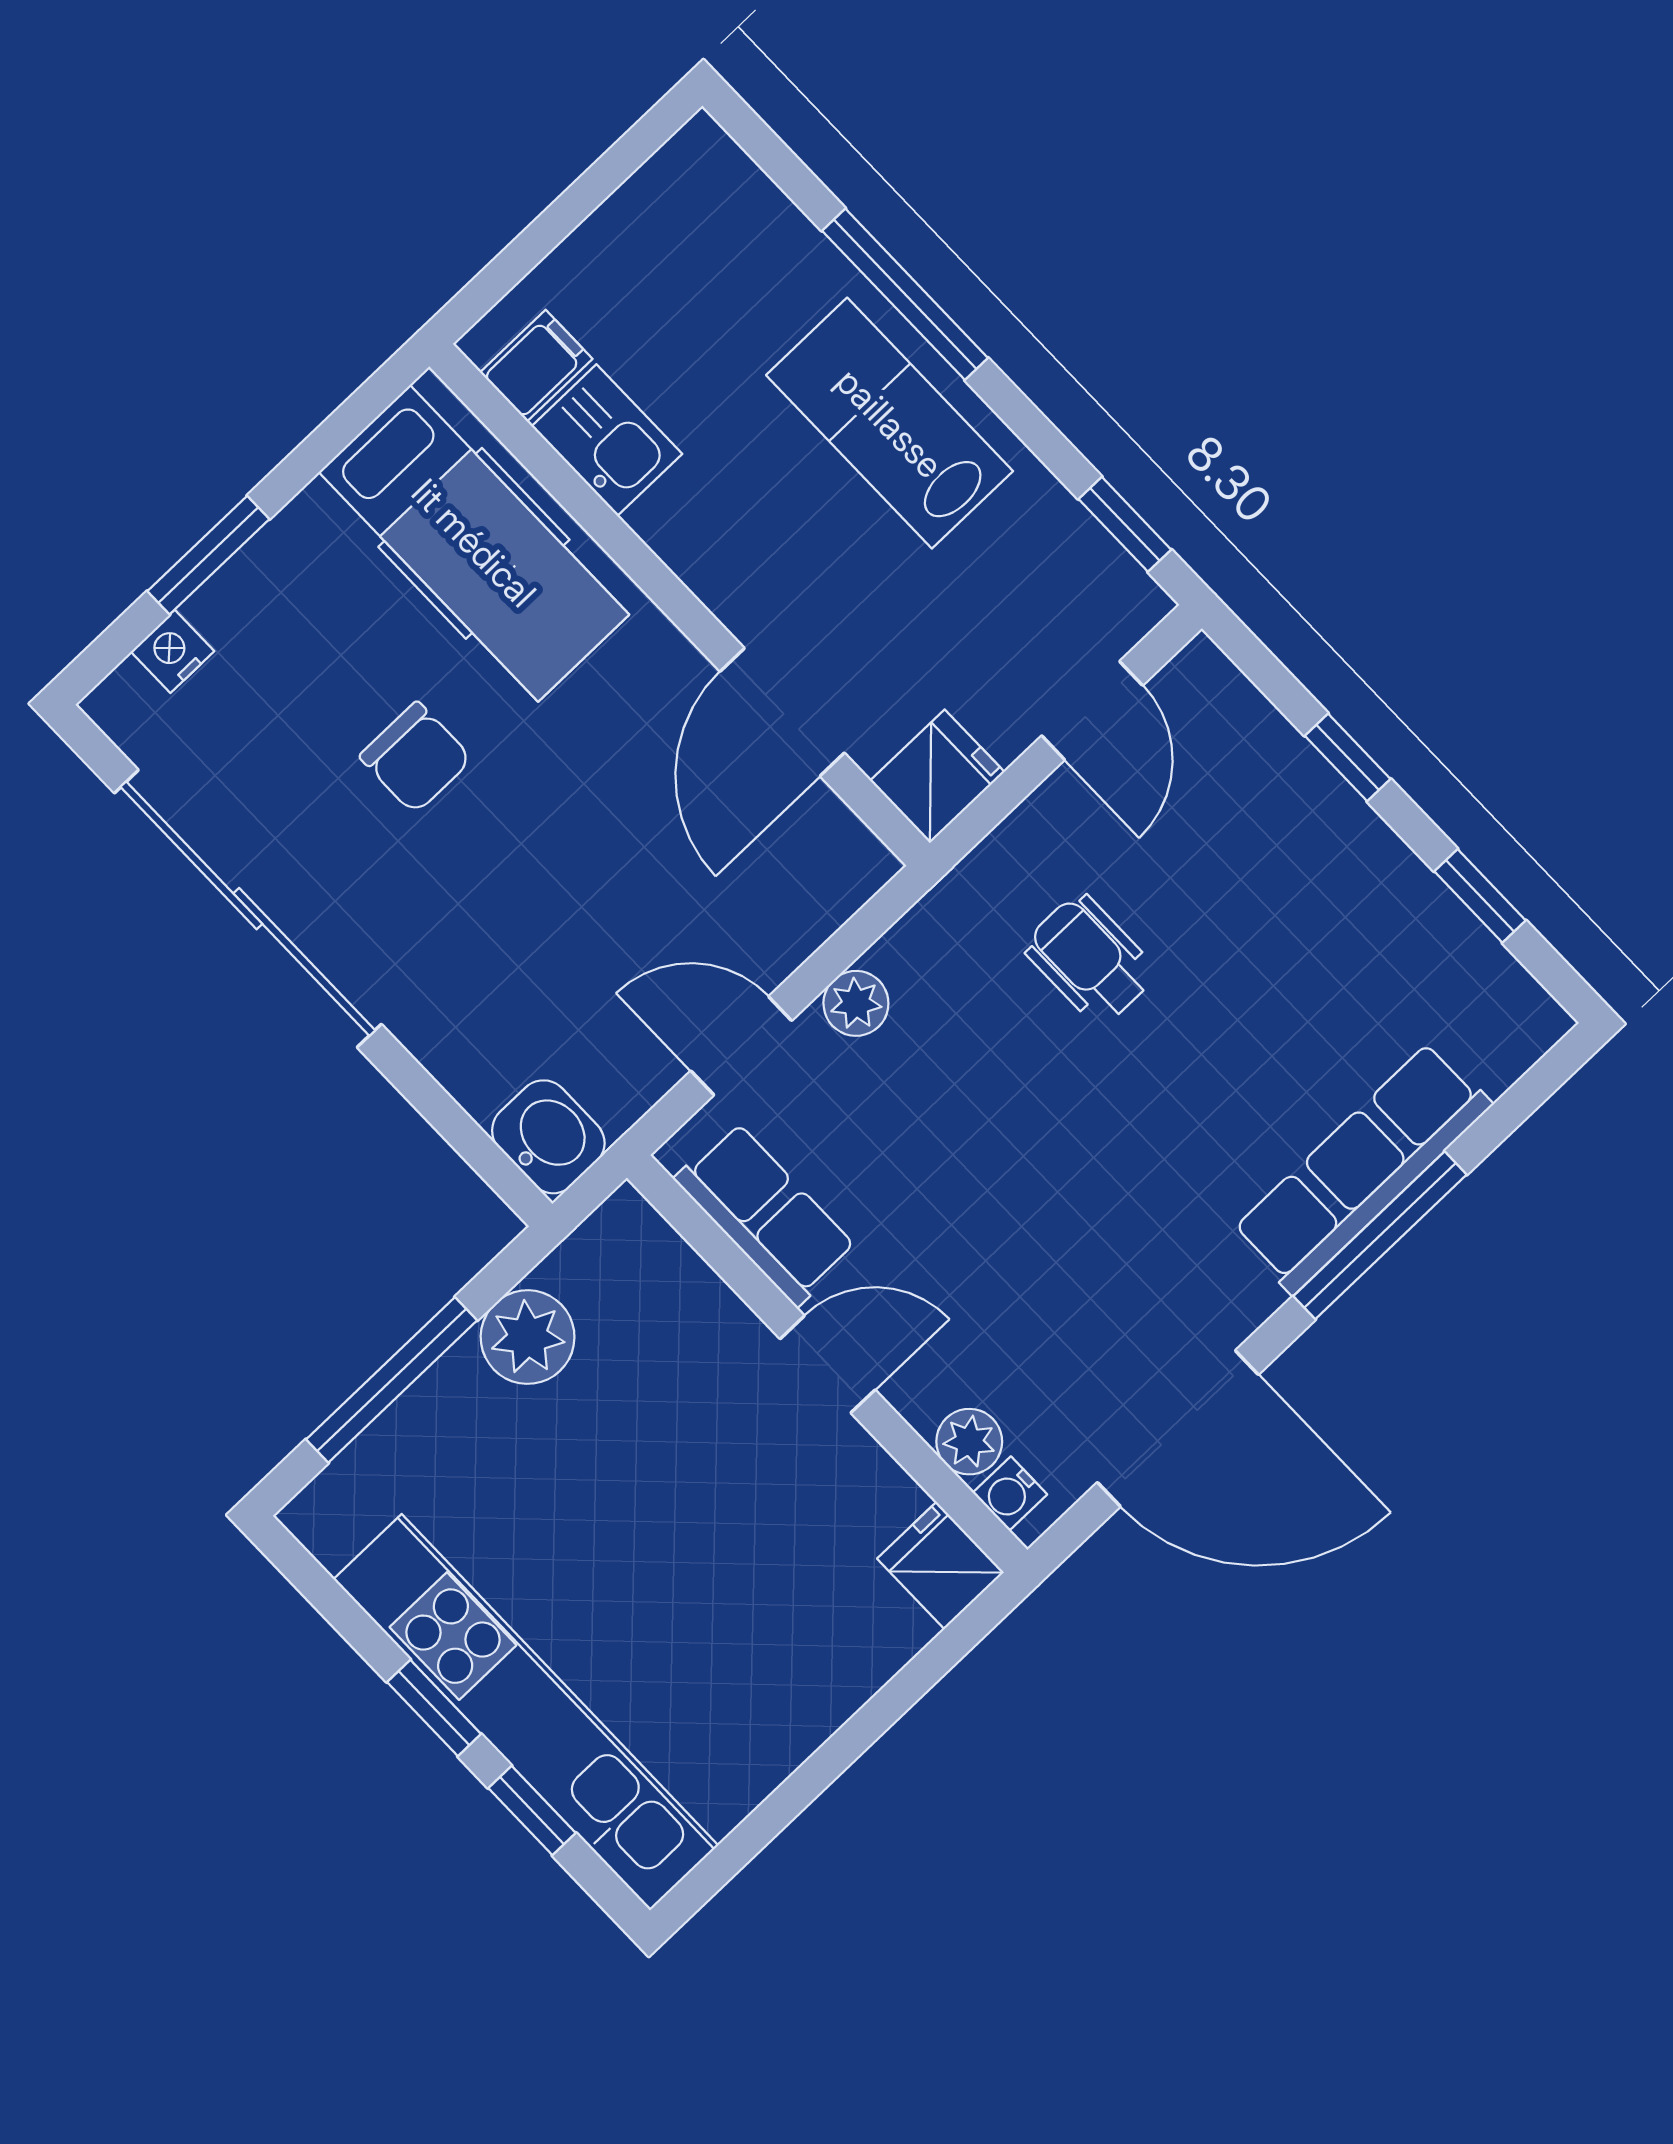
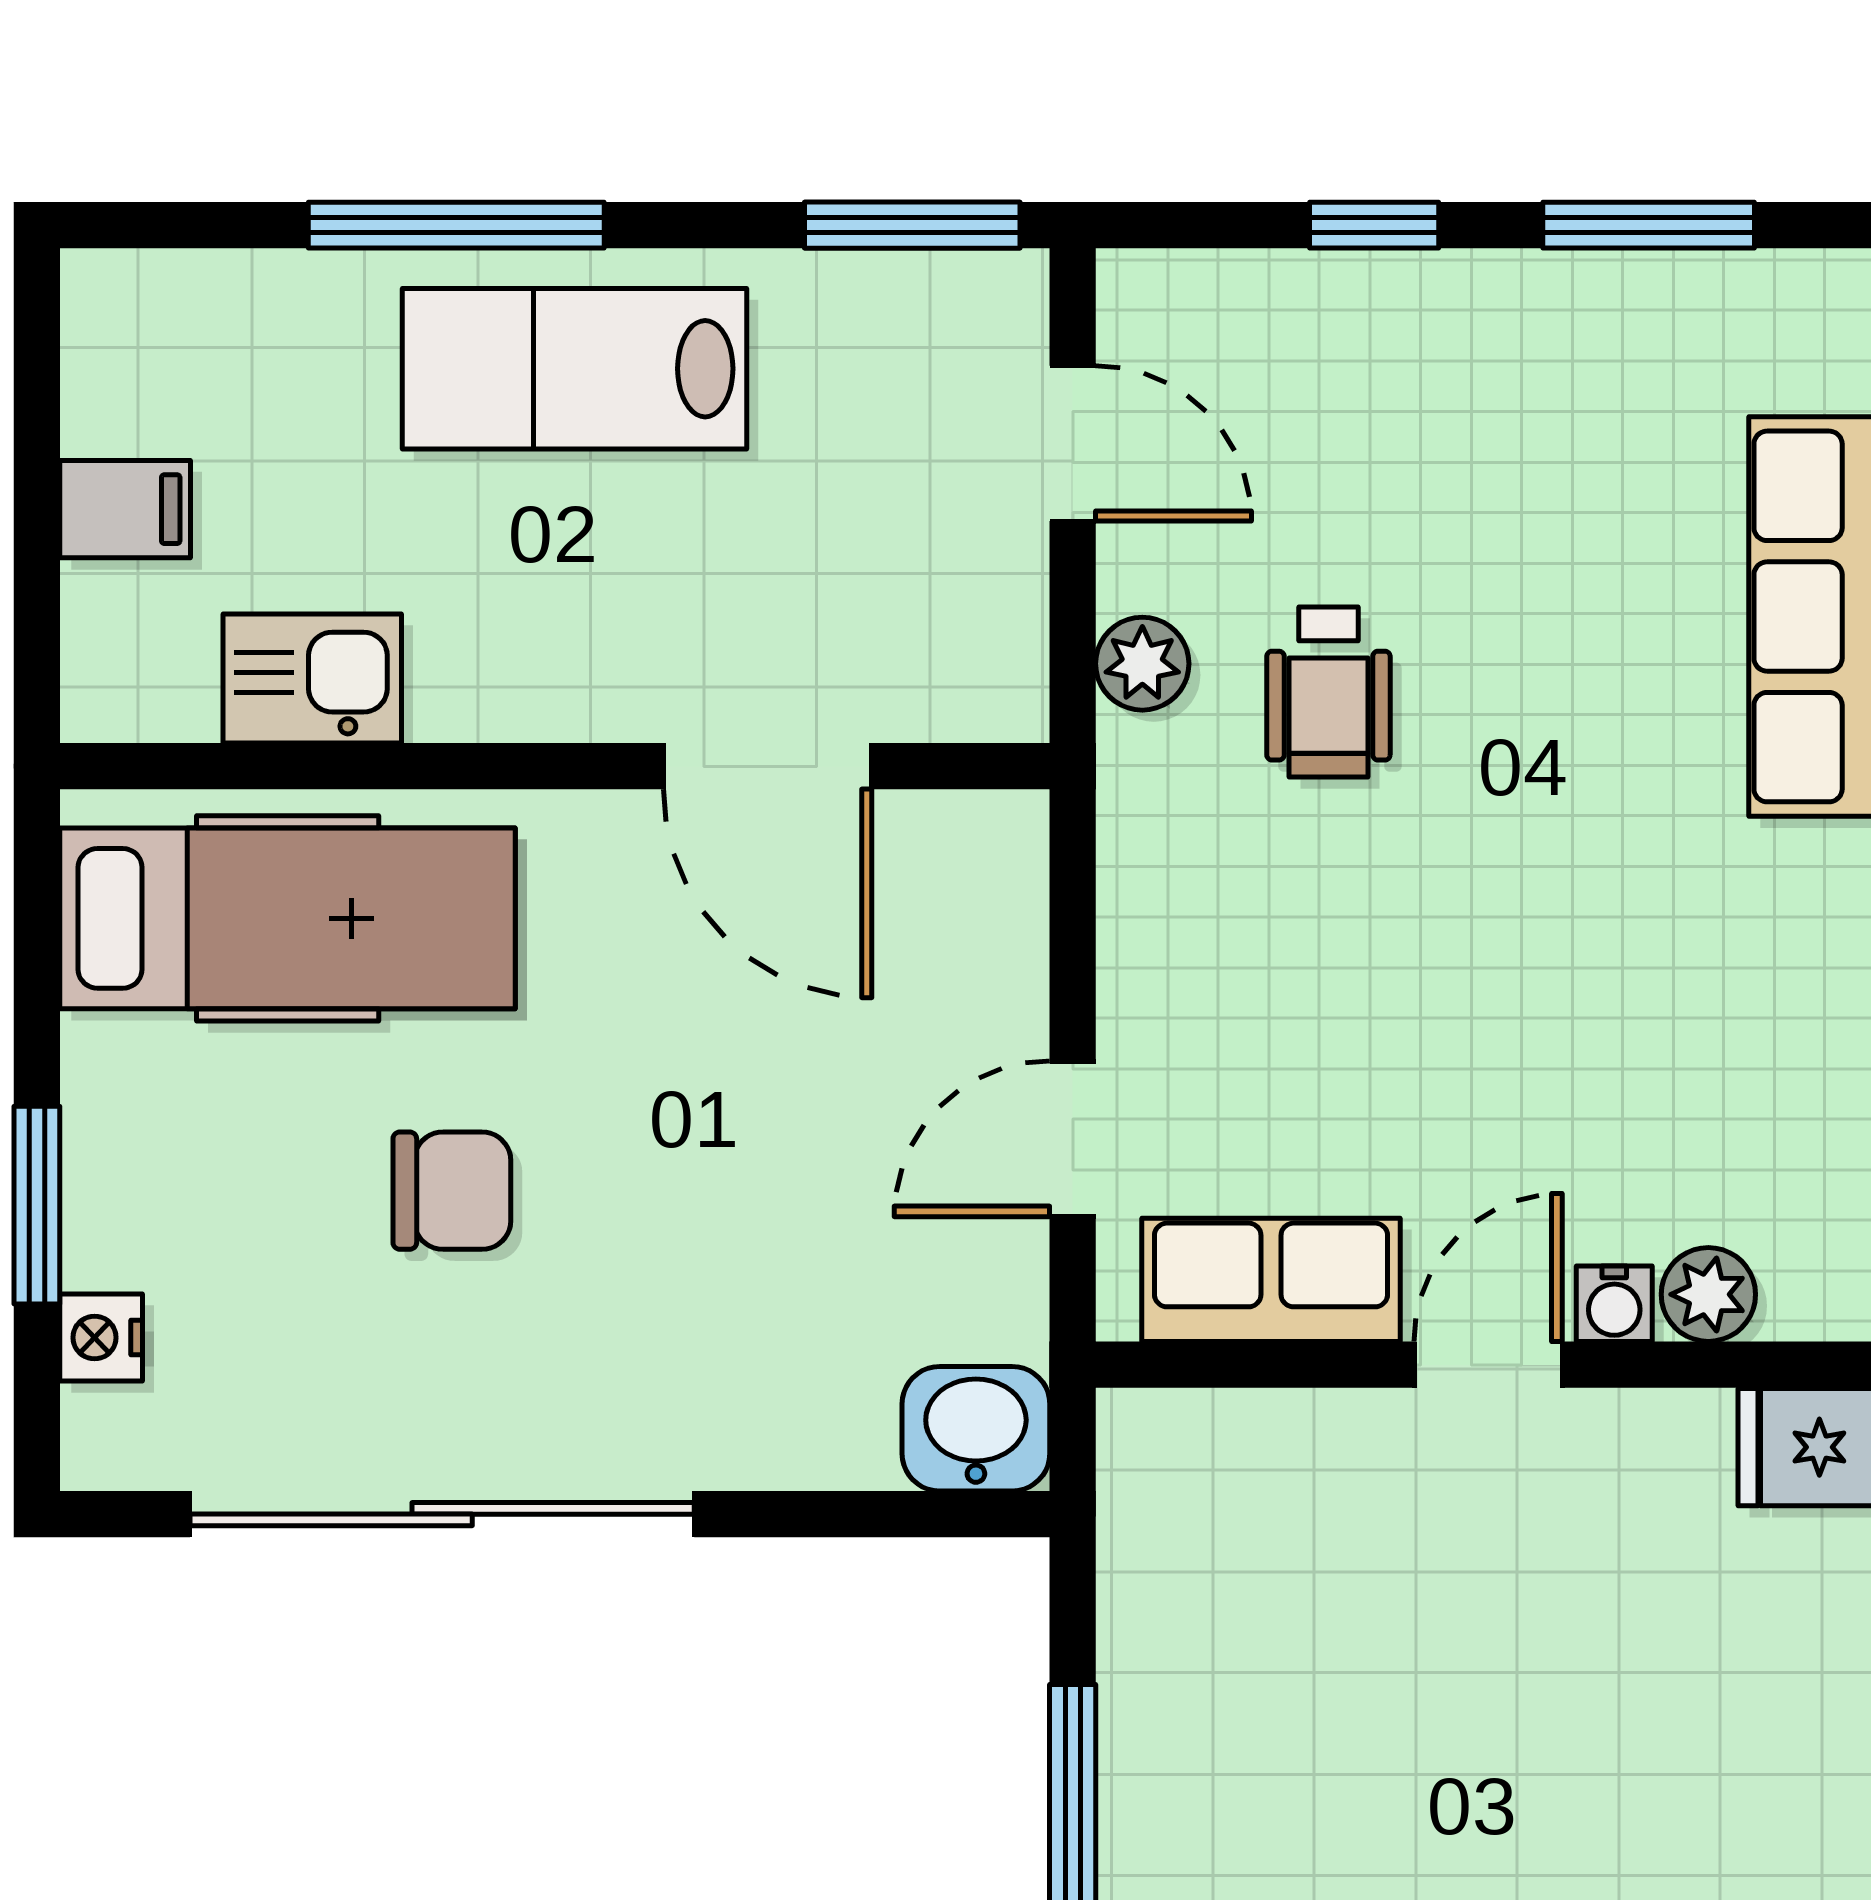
filing cabinet: (536, 366) -> (125, 509), moved, turned 90
window: (1125, 524) -> (912, 225), width x1.50
fridge: (937, 776) -> (988, 669), removed
window: (1480, 896) -> (1649, 225), width x1.50
wheelchair: (1090, 959) -> (1328, 692), turned -90
plant: (856, 1003) -> (1142, 664), moved
plant: (528, 1337) -> (1163, 1648), removed
water cooler: (1010, 1494) -> (1614, 1304), moved

